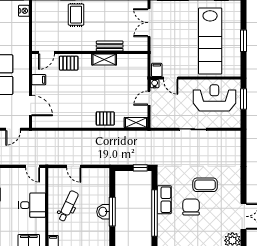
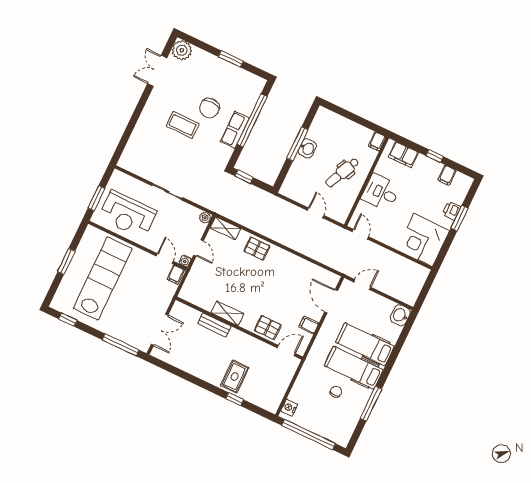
door: (149, 98) -> (199, 248), hinge flipped
plant: (155, 123) -> (205, 218), added

